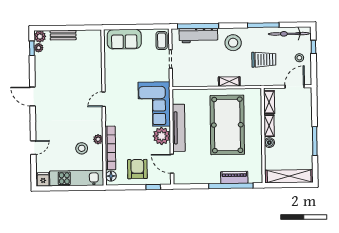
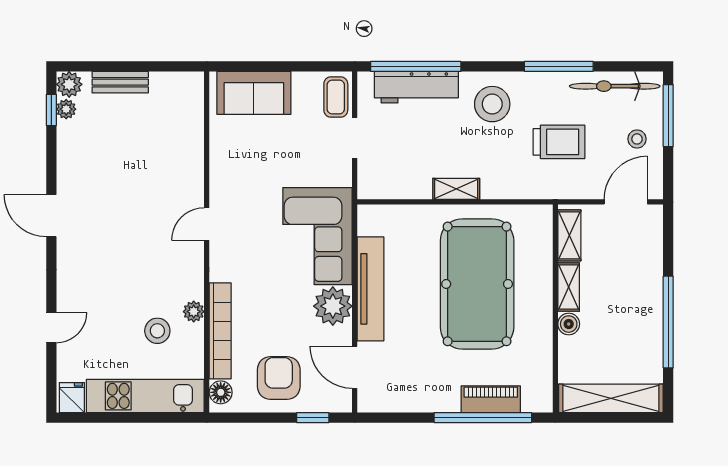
window: (313, 47) -> (668, 116), width x2.17
shelving: (229, 81) -> (456, 189), moved
window: (315, 141) -> (668, 322), width x1.46

